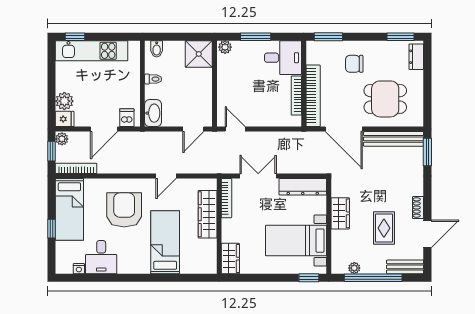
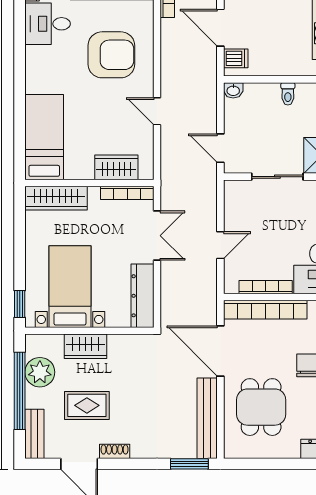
sliding door: (214, 87) -> (277, 177), added
washbasin: (153, 113) -> (233, 90), width x0.52, depth x0.69
door: (235, 129) -> (220, 245), moved
door: (344, 129) -> (220, 351), hinge flipped
wardrobe: (340, 213) -> (85, 346), moved
wardrobe: (208, 214) -> (116, 167), width x0.67
bed: (165, 242) -> (44, 137), moved, turned -90
wardrobe: (230, 259) -> (56, 198), width x1.50
plant: (354, 268) -> (40, 372), width x1.88, depth x1.88

